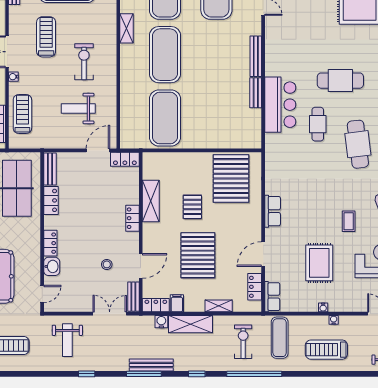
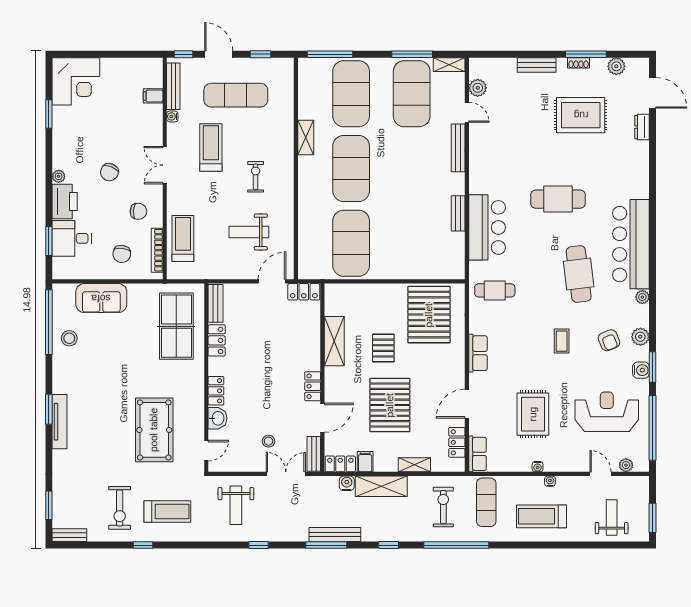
bench: (256, 56) -> (458, 148), moved
exercise bike: (84, 62) -> (256, 177), width x0.73, depth x0.72
water cooler: (13, 77) -> (172, 116), moved
cafe table: (318, 124) -> (495, 290), moved, turned 90
locker: (132, 218) -> (313, 386), moved
coffee table: (349, 221) -> (562, 341), moved
stool: (107, 264) -> (268, 441), moved

